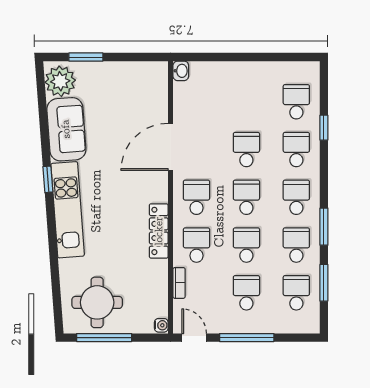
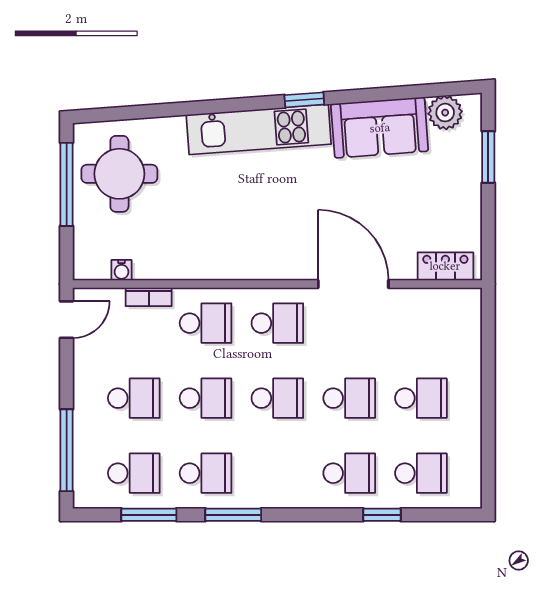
washbasin: (181, 71) -> (467, 300), removed
plant: (60, 81) -> (445, 113), width x0.73, depth x0.73
school desk: (296, 197) -> (421, 398), moved
locker: (159, 231) -> (445, 266), moved, width x0.66
water cooler: (161, 325) -> (121, 270), moved
window: (247, 338) -> (67, 450), moved

